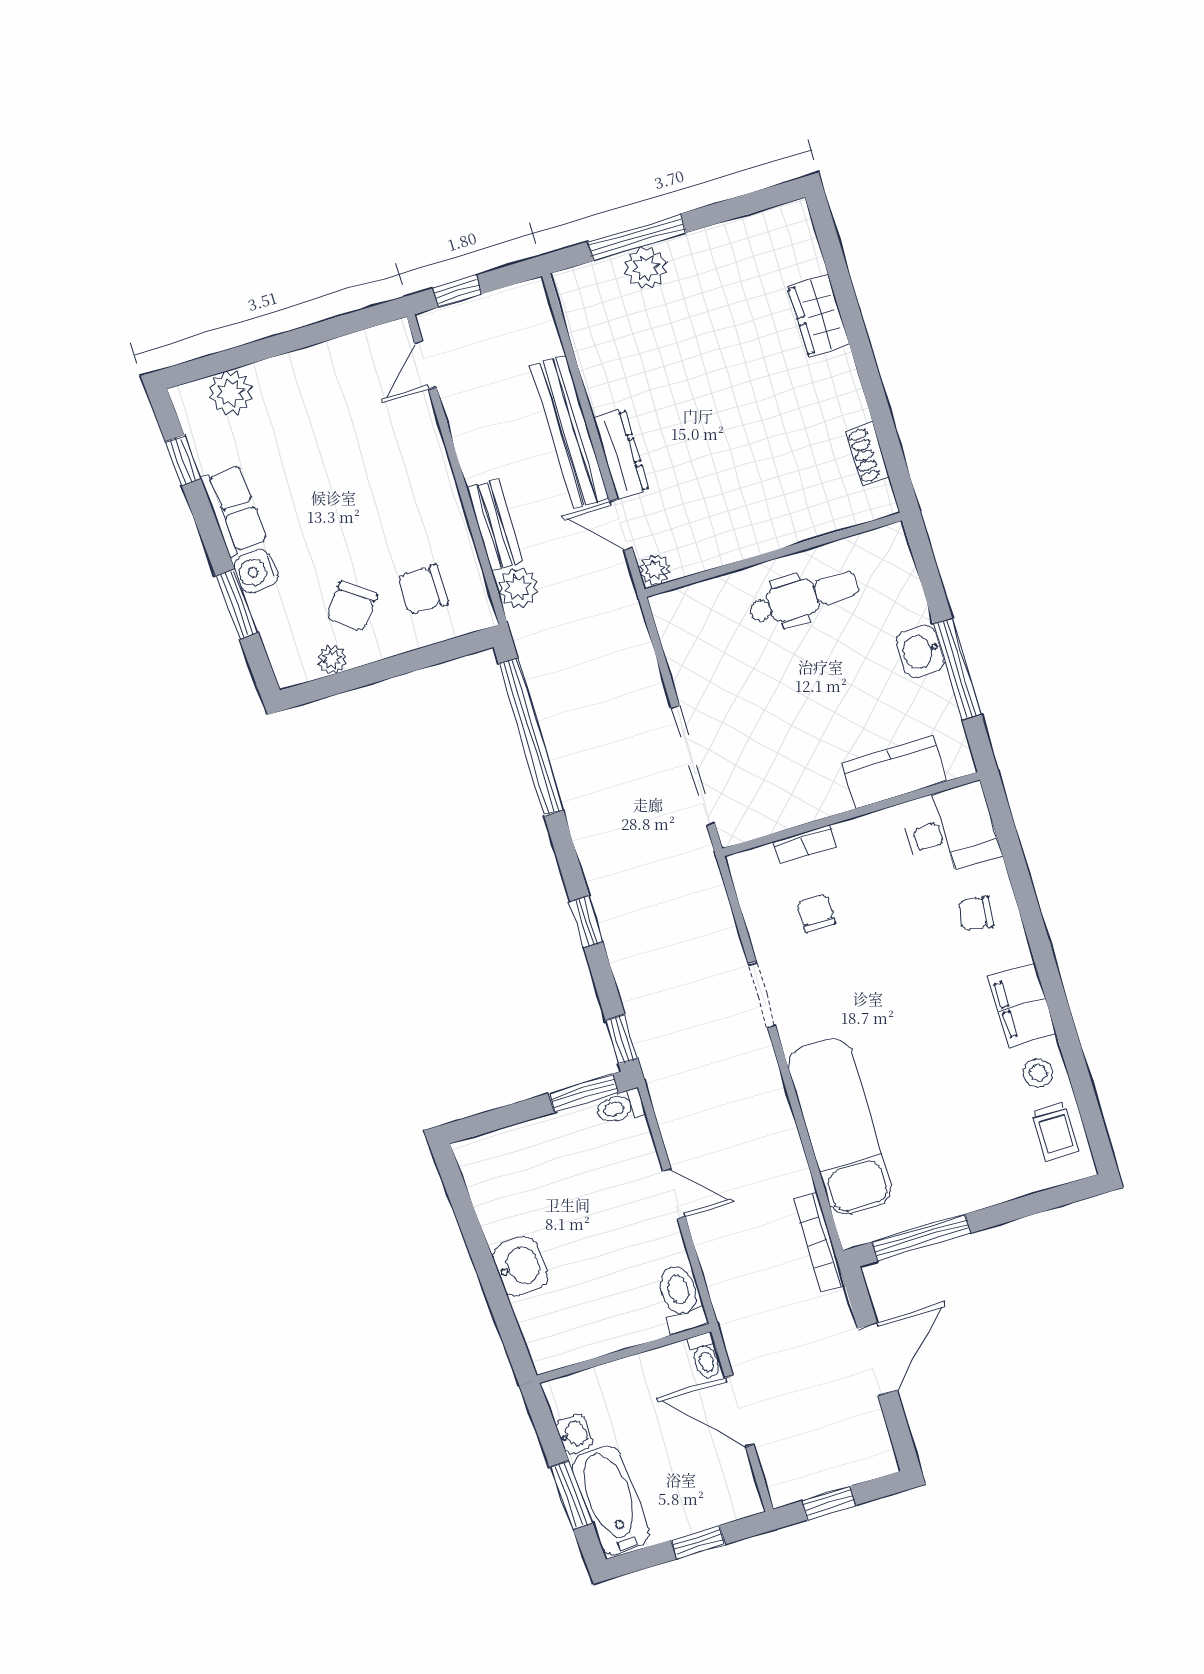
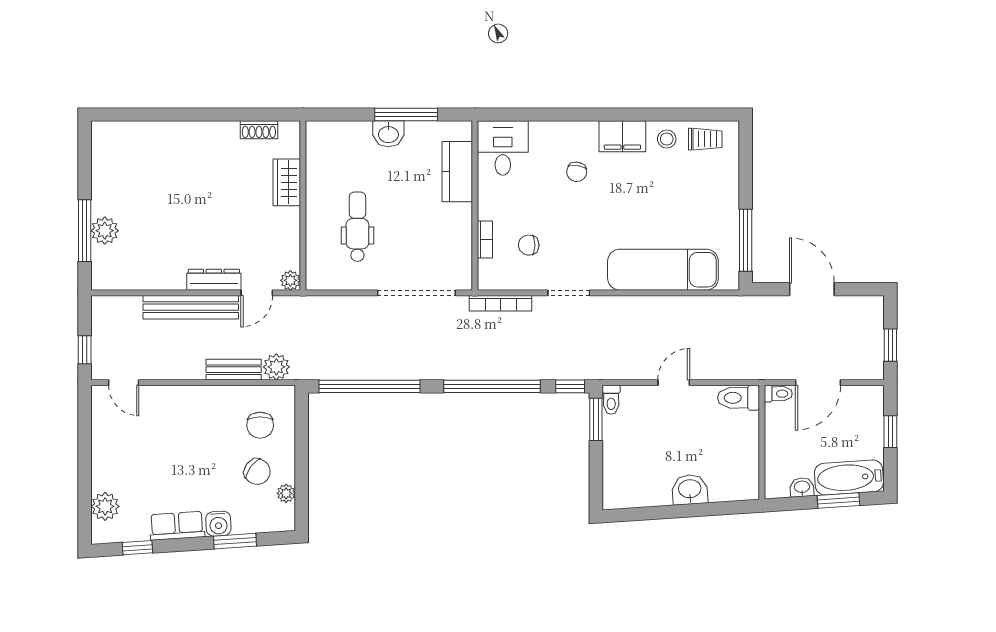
wardrobe: (819, 316) -> (287, 182), moved, turned 90
dental chair: (804, 597) -> (357, 227), moved
chair: (976, 914) -> (577, 172), moved
window: (586, 921) -> (492, 386), width x3.17
bookcase: (819, 1242) -> (501, 303), moved

